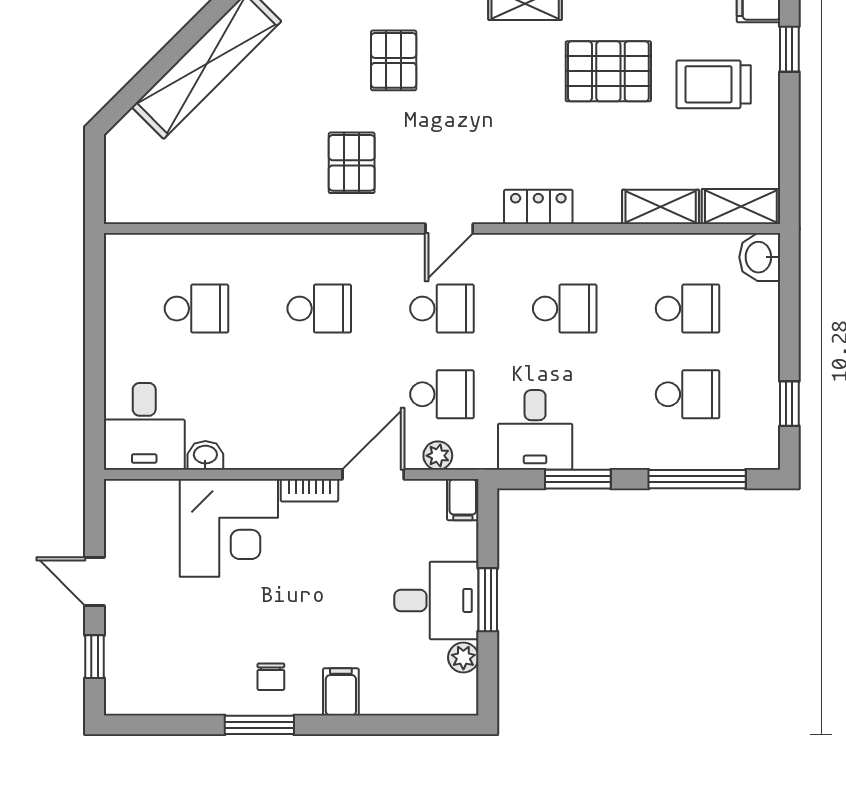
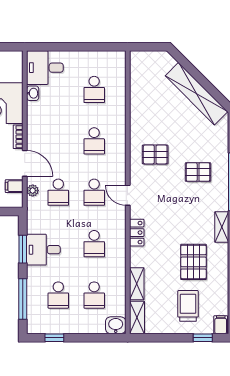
desk: (535, 430) -> (43, 250), moved
filing cabinet: (463, 500) -> (14, 186), moved

